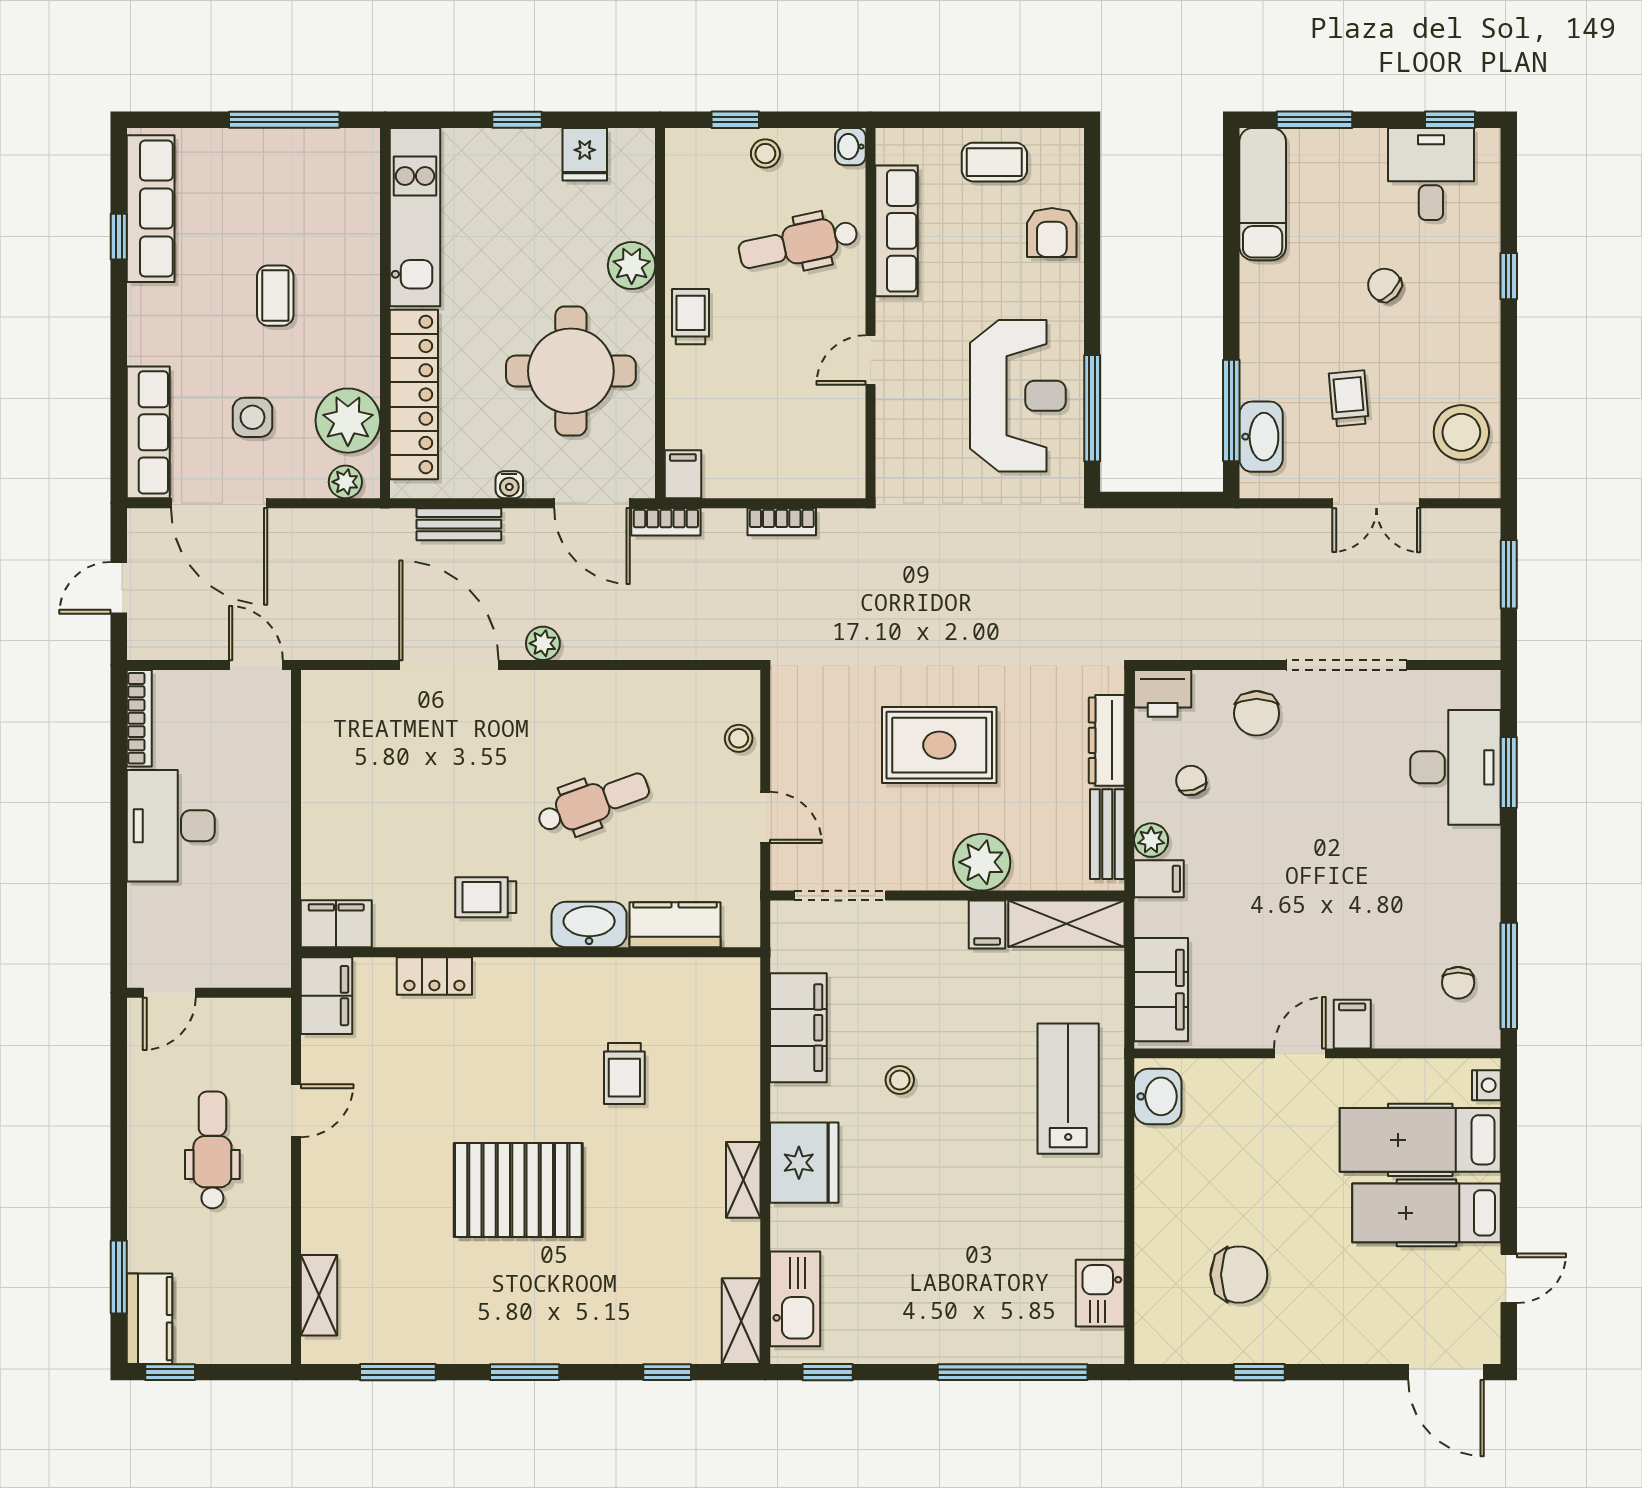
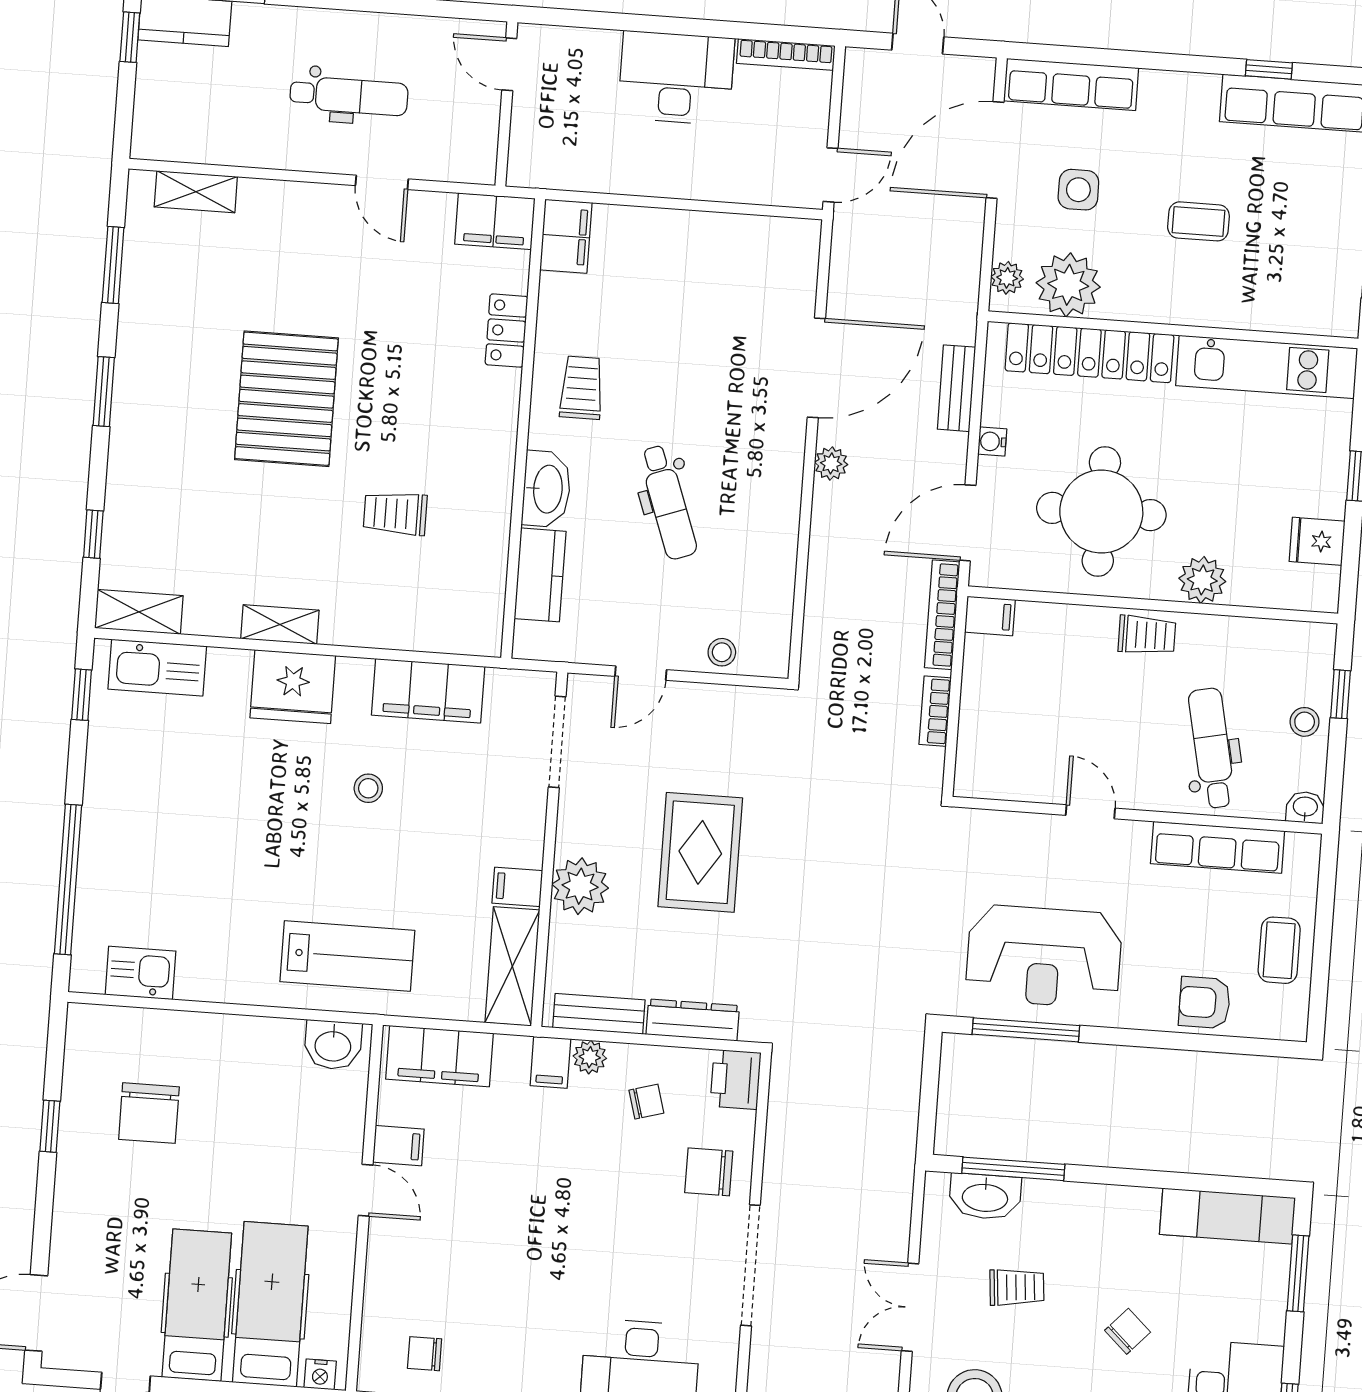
bookcase: (666, 522) -> (942, 615), width x1.56
filing cabinet: (1352, 1024) -> (398, 1146), moved

